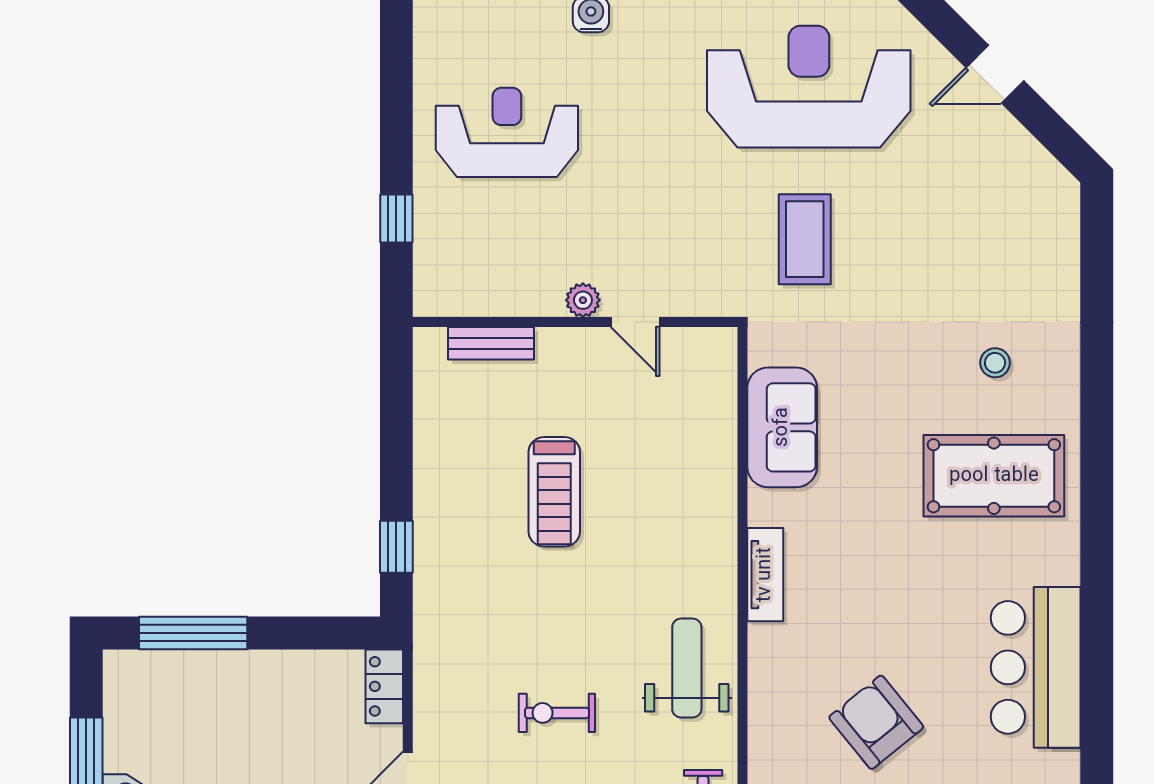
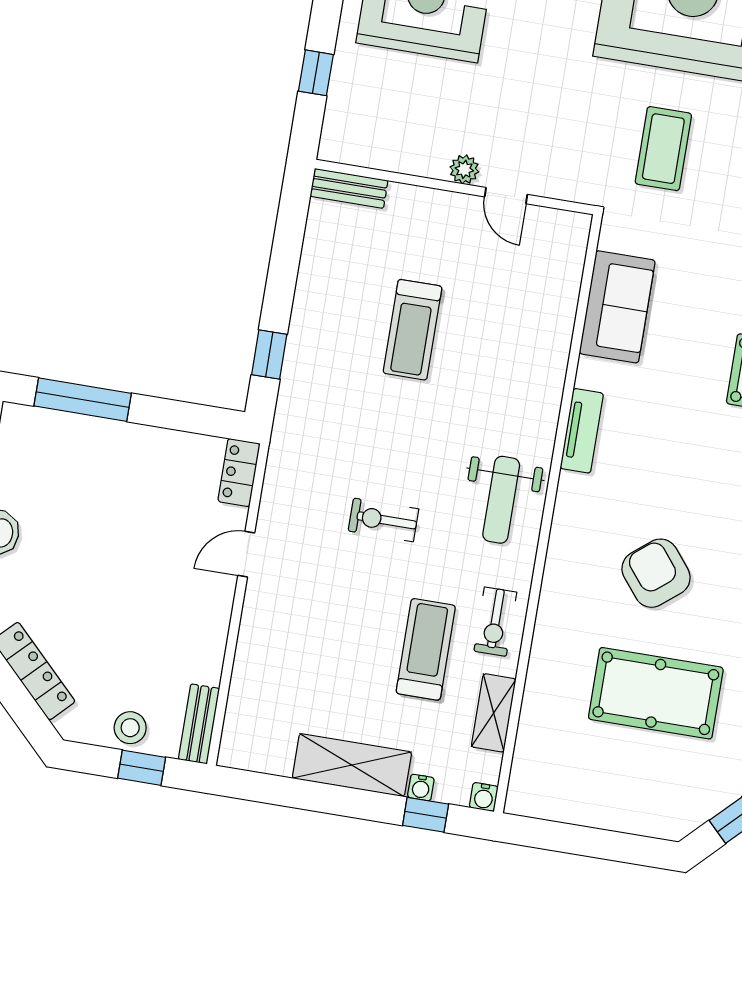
bench: (491, 343) -> (349, 188), moved
weight bench: (687, 668) -> (501, 500), turned 180

